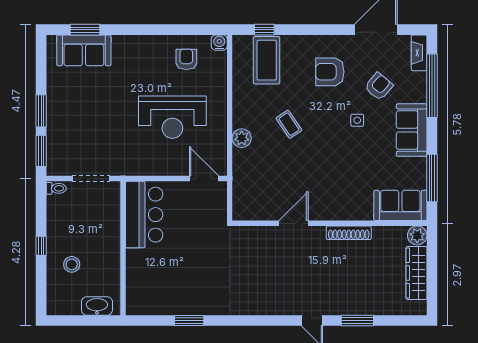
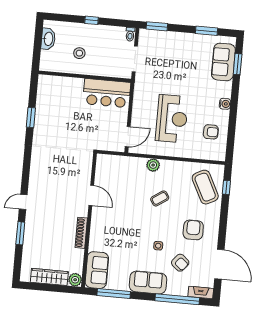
water cooler: (219, 43) -> (225, 104), moved
coffee table: (267, 60) -> (205, 187), turned 63
window: (41, 111) -> (206, 31), moved
reception desk: (172, 117) -> (172, 119), turned 180
stool: (72, 264) -> (79, 53), moved
washbasin: (97, 306) -> (48, 39), moved

